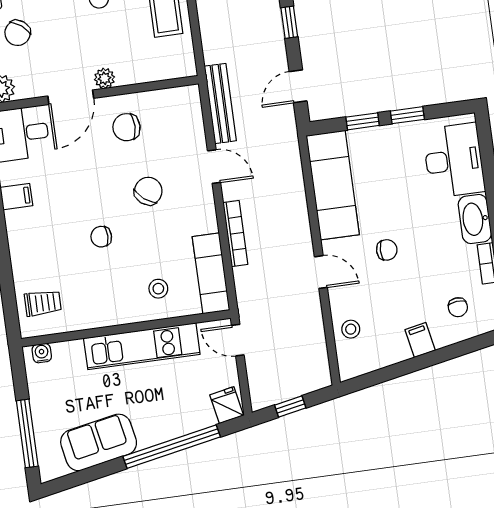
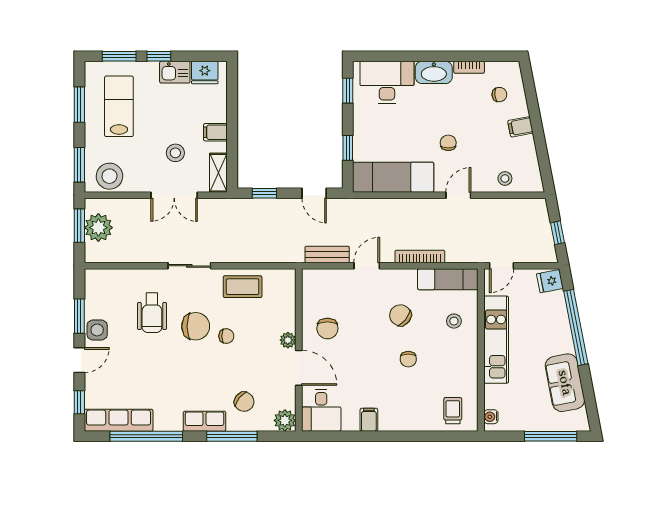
bench: (220, 103) -> (327, 254), width x0.73
window: (407, 115) -> (348, 91), moved
chair: (148, 191) -> (400, 315), moved

